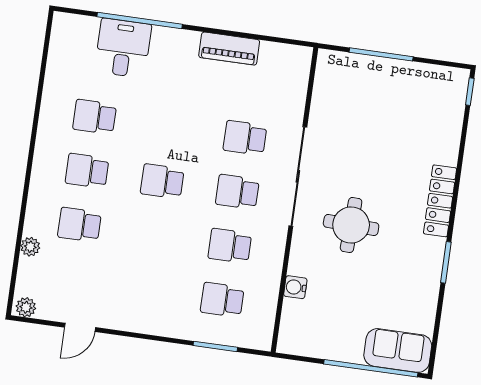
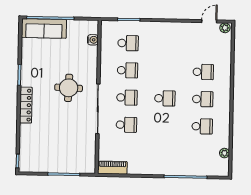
desk: (123, 48) -> (192, 162), removed
piano: (229, 49) -> (112, 168), moved
plant: (30, 247) -> (224, 153), moved
water cooler: (295, 287) -> (93, 40), moved
door: (80, 327) -> (209, 21), moved
sofa: (398, 350) -> (44, 28), width x1.36

